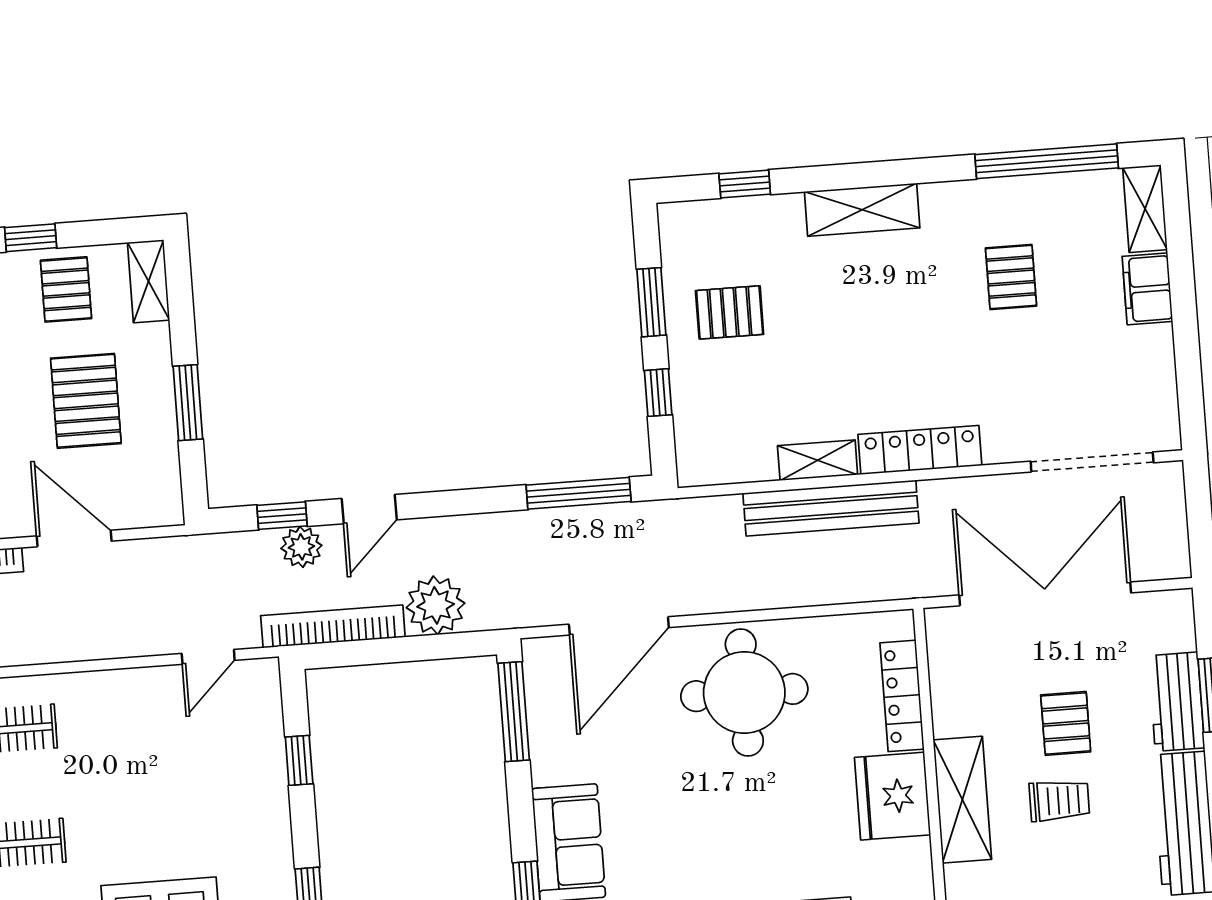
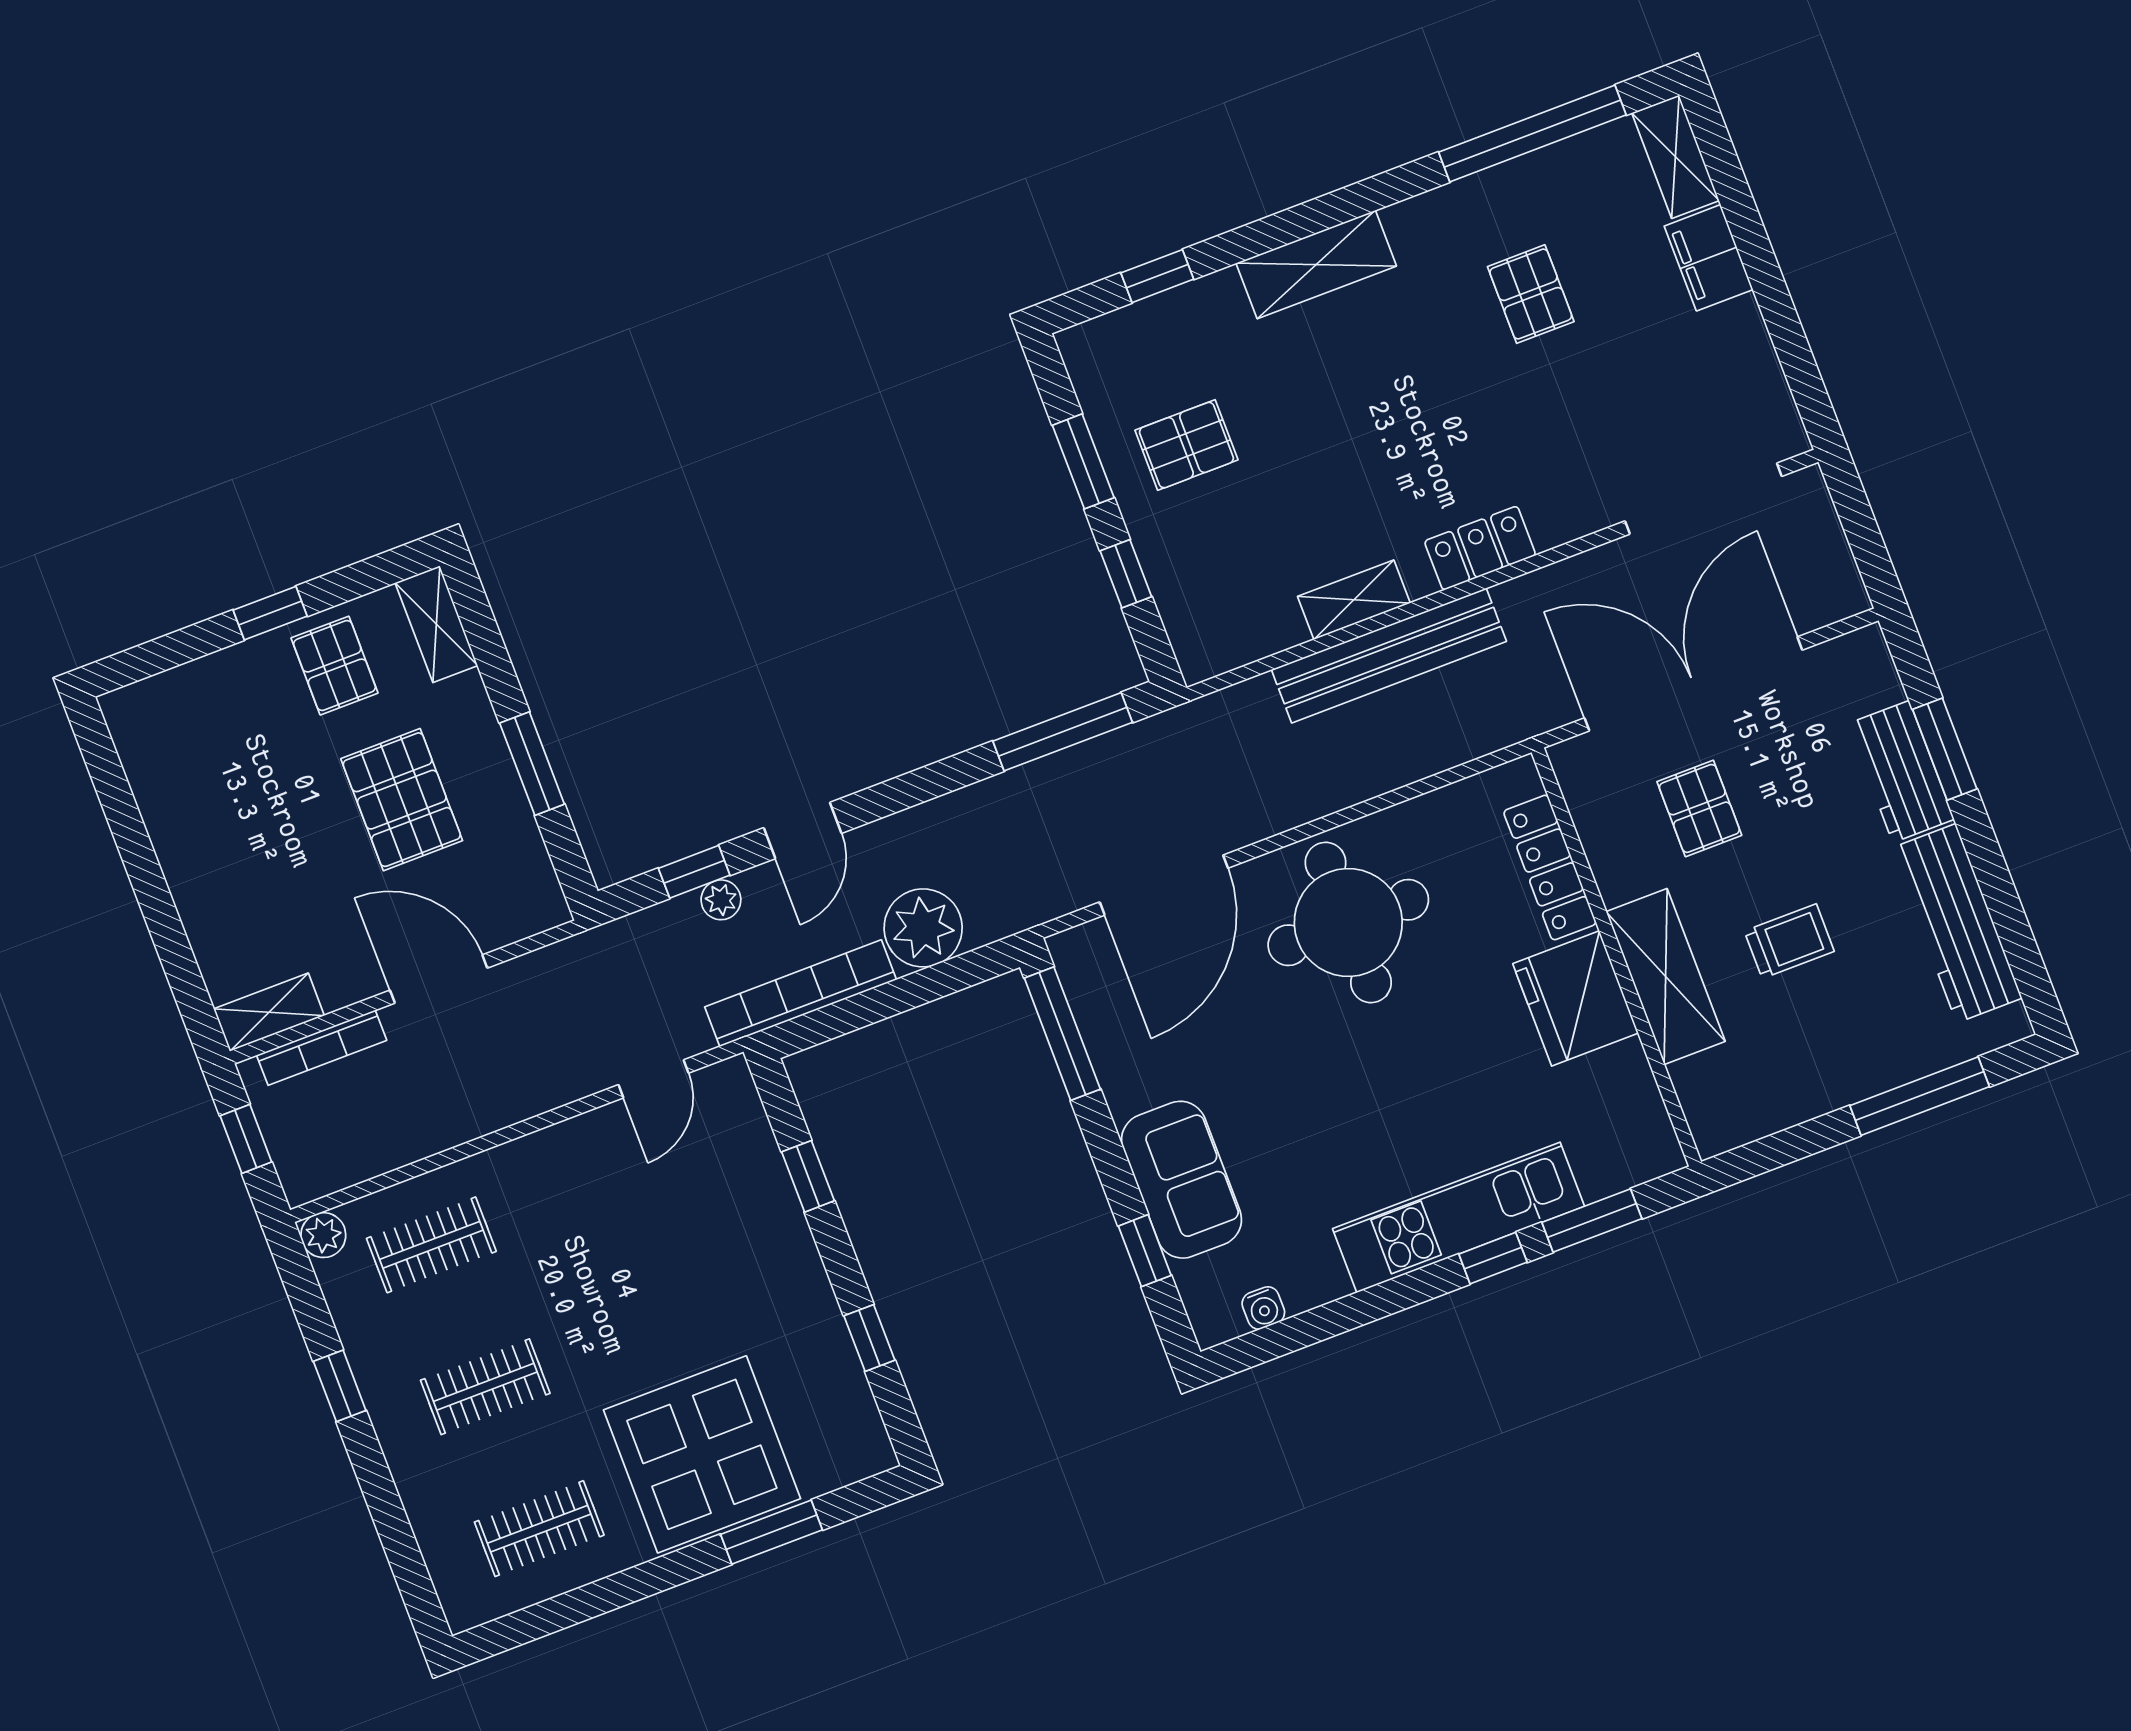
locker: (920, 450) -> (1480, 548), width x0.66
plant: (301, 547) -> (721, 900), width x0.73, depth x0.73
pallet: (1066, 723) -> (1699, 808), moved

